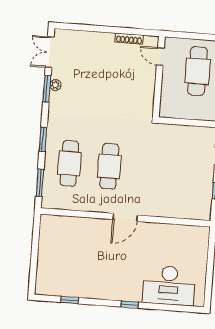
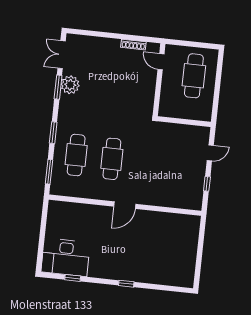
plant: (55, 85) -> (70, 85), width x1.87, depth x1.87
desk: (169, 285) -> (66, 257), moved

